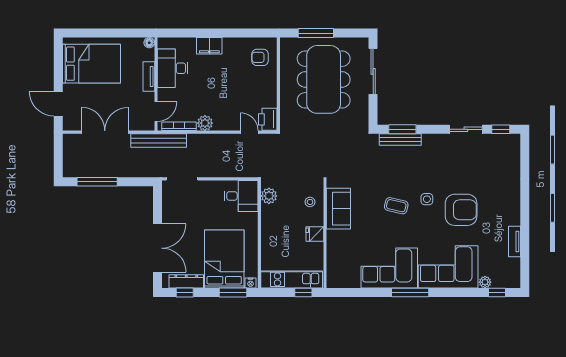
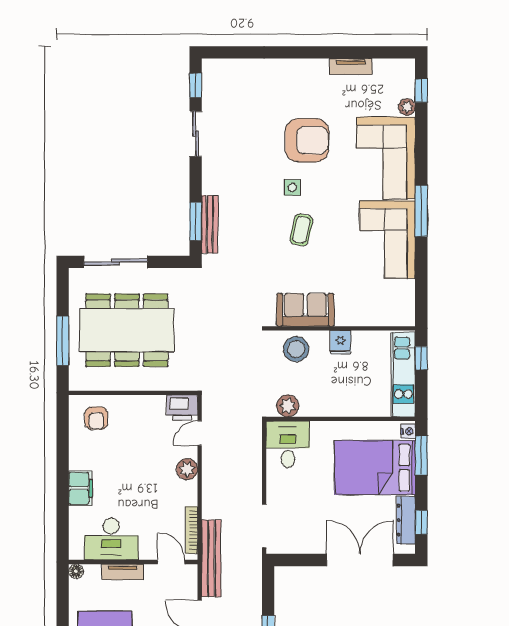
plant: (205, 123) -> (187, 469), moved
stool: (310, 202) -> (296, 349), width x1.89, depth x1.89
armchair: (461, 210) -> (307, 140), turned 90

